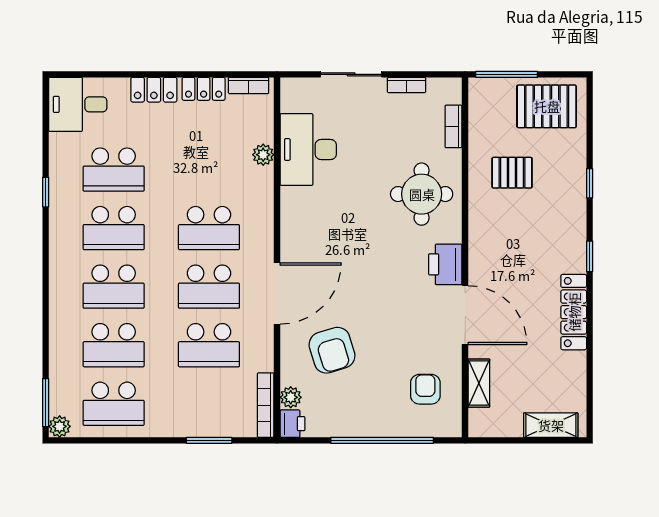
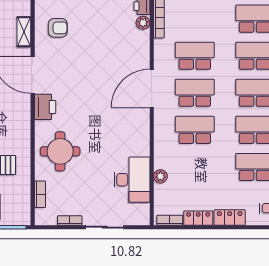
armchair: (332, 350) -> (117, 53), removed
armchair: (425, 389) -> (58, 28), turned -90

